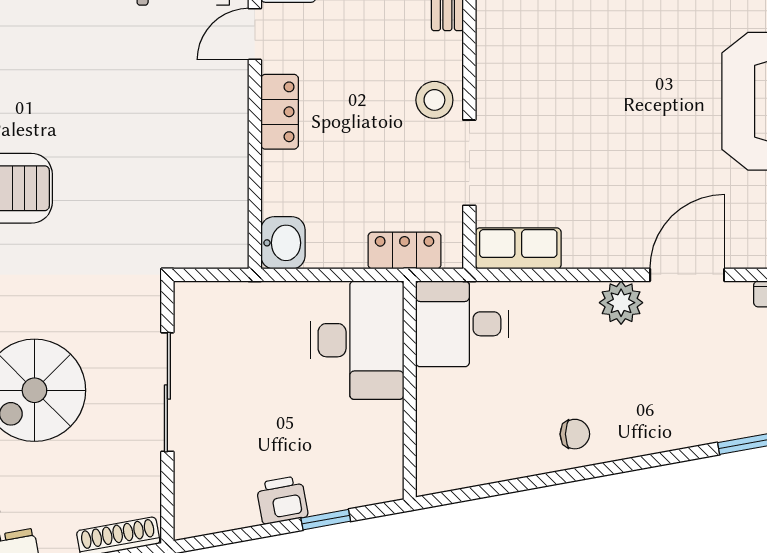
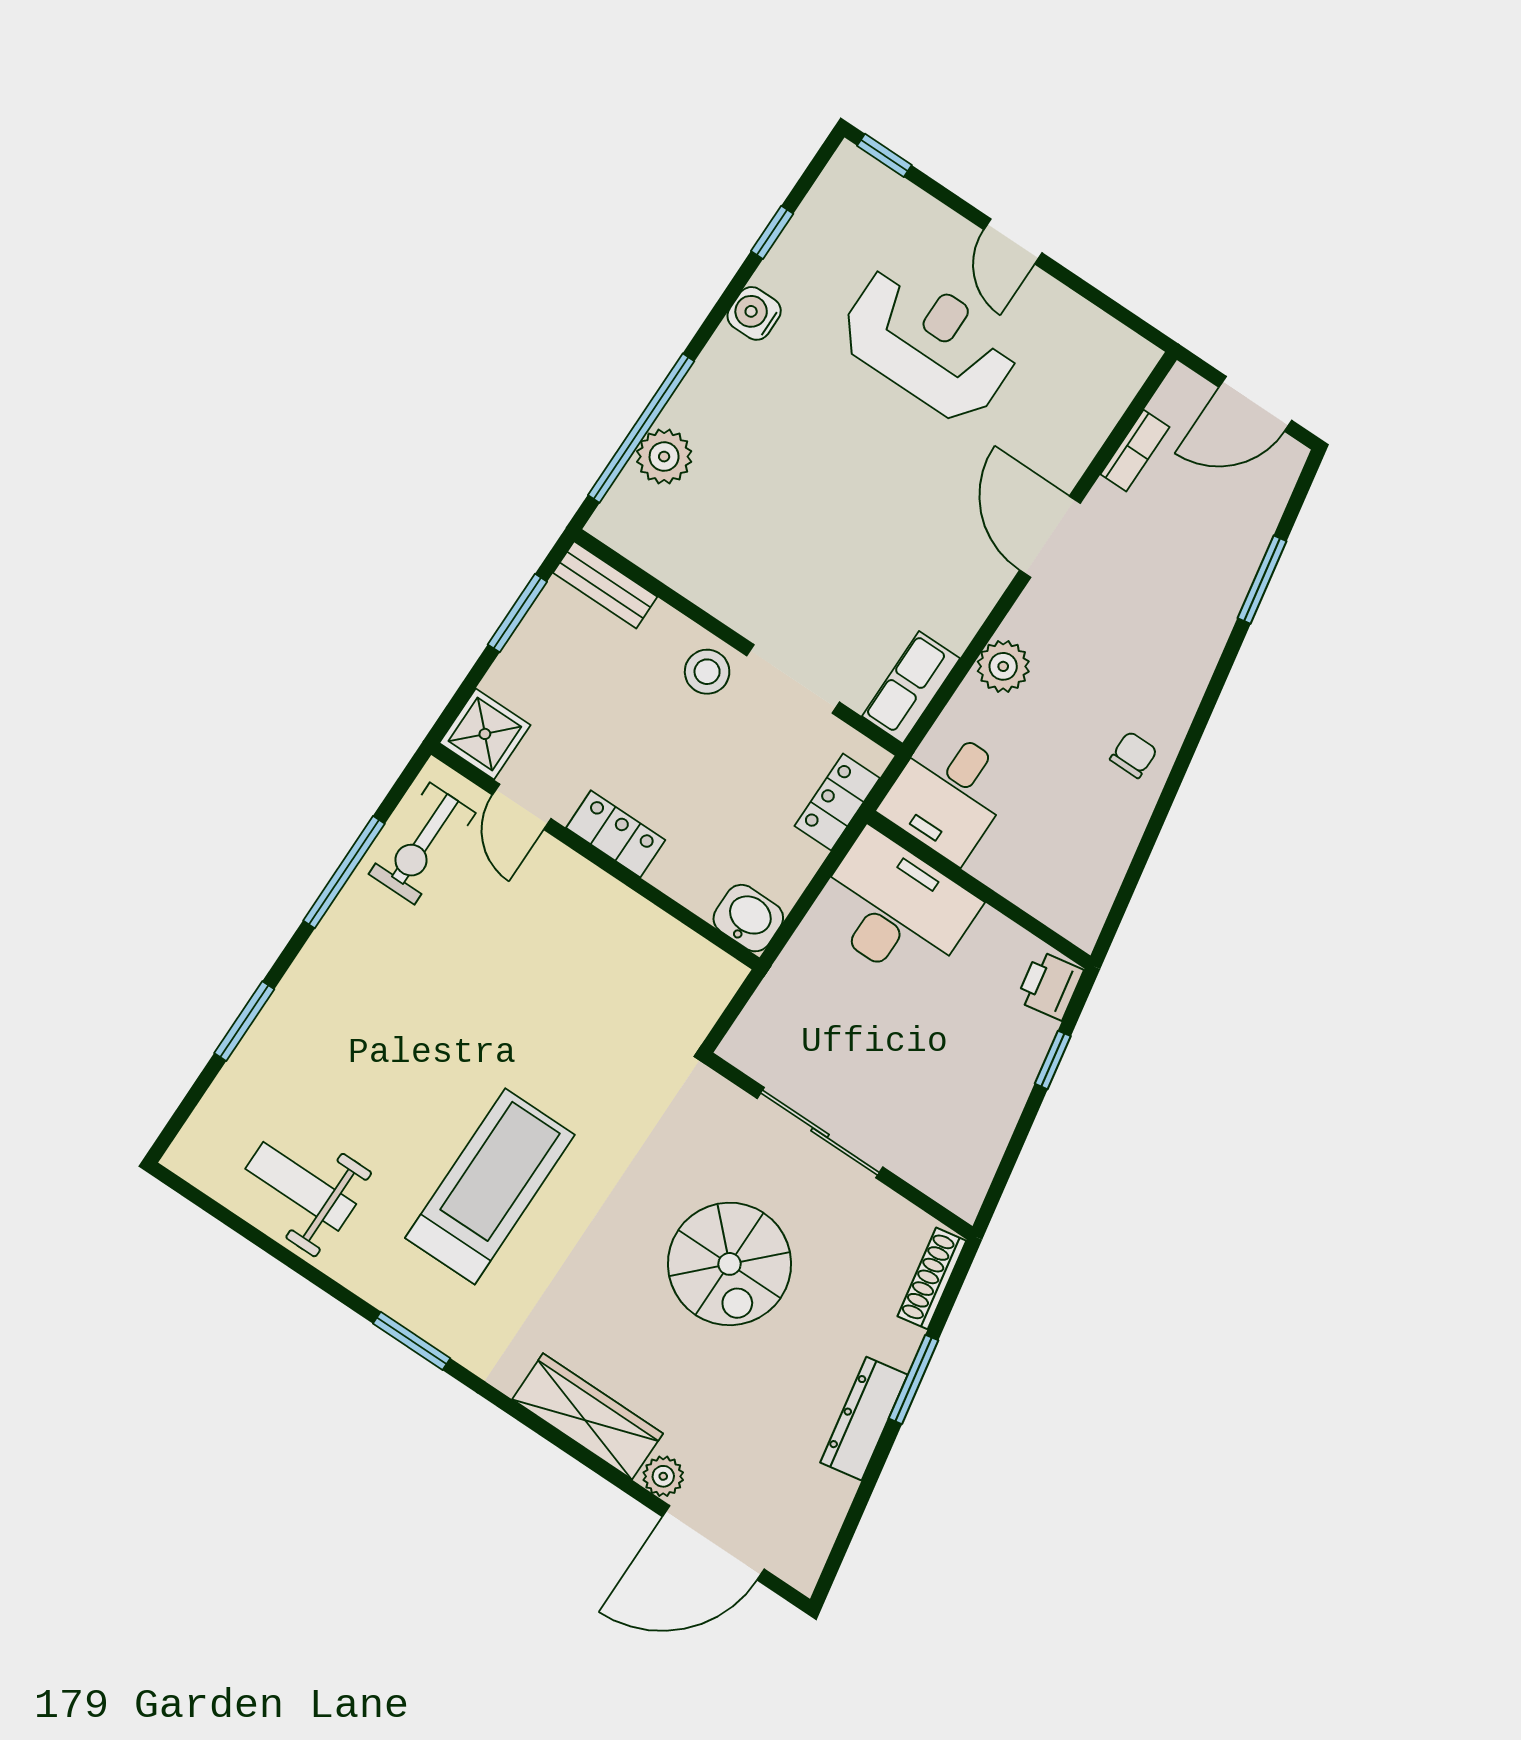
plant: (621, 303) -> (1003, 666), moved
printer: (282, 500) -> (1050, 985), moved

